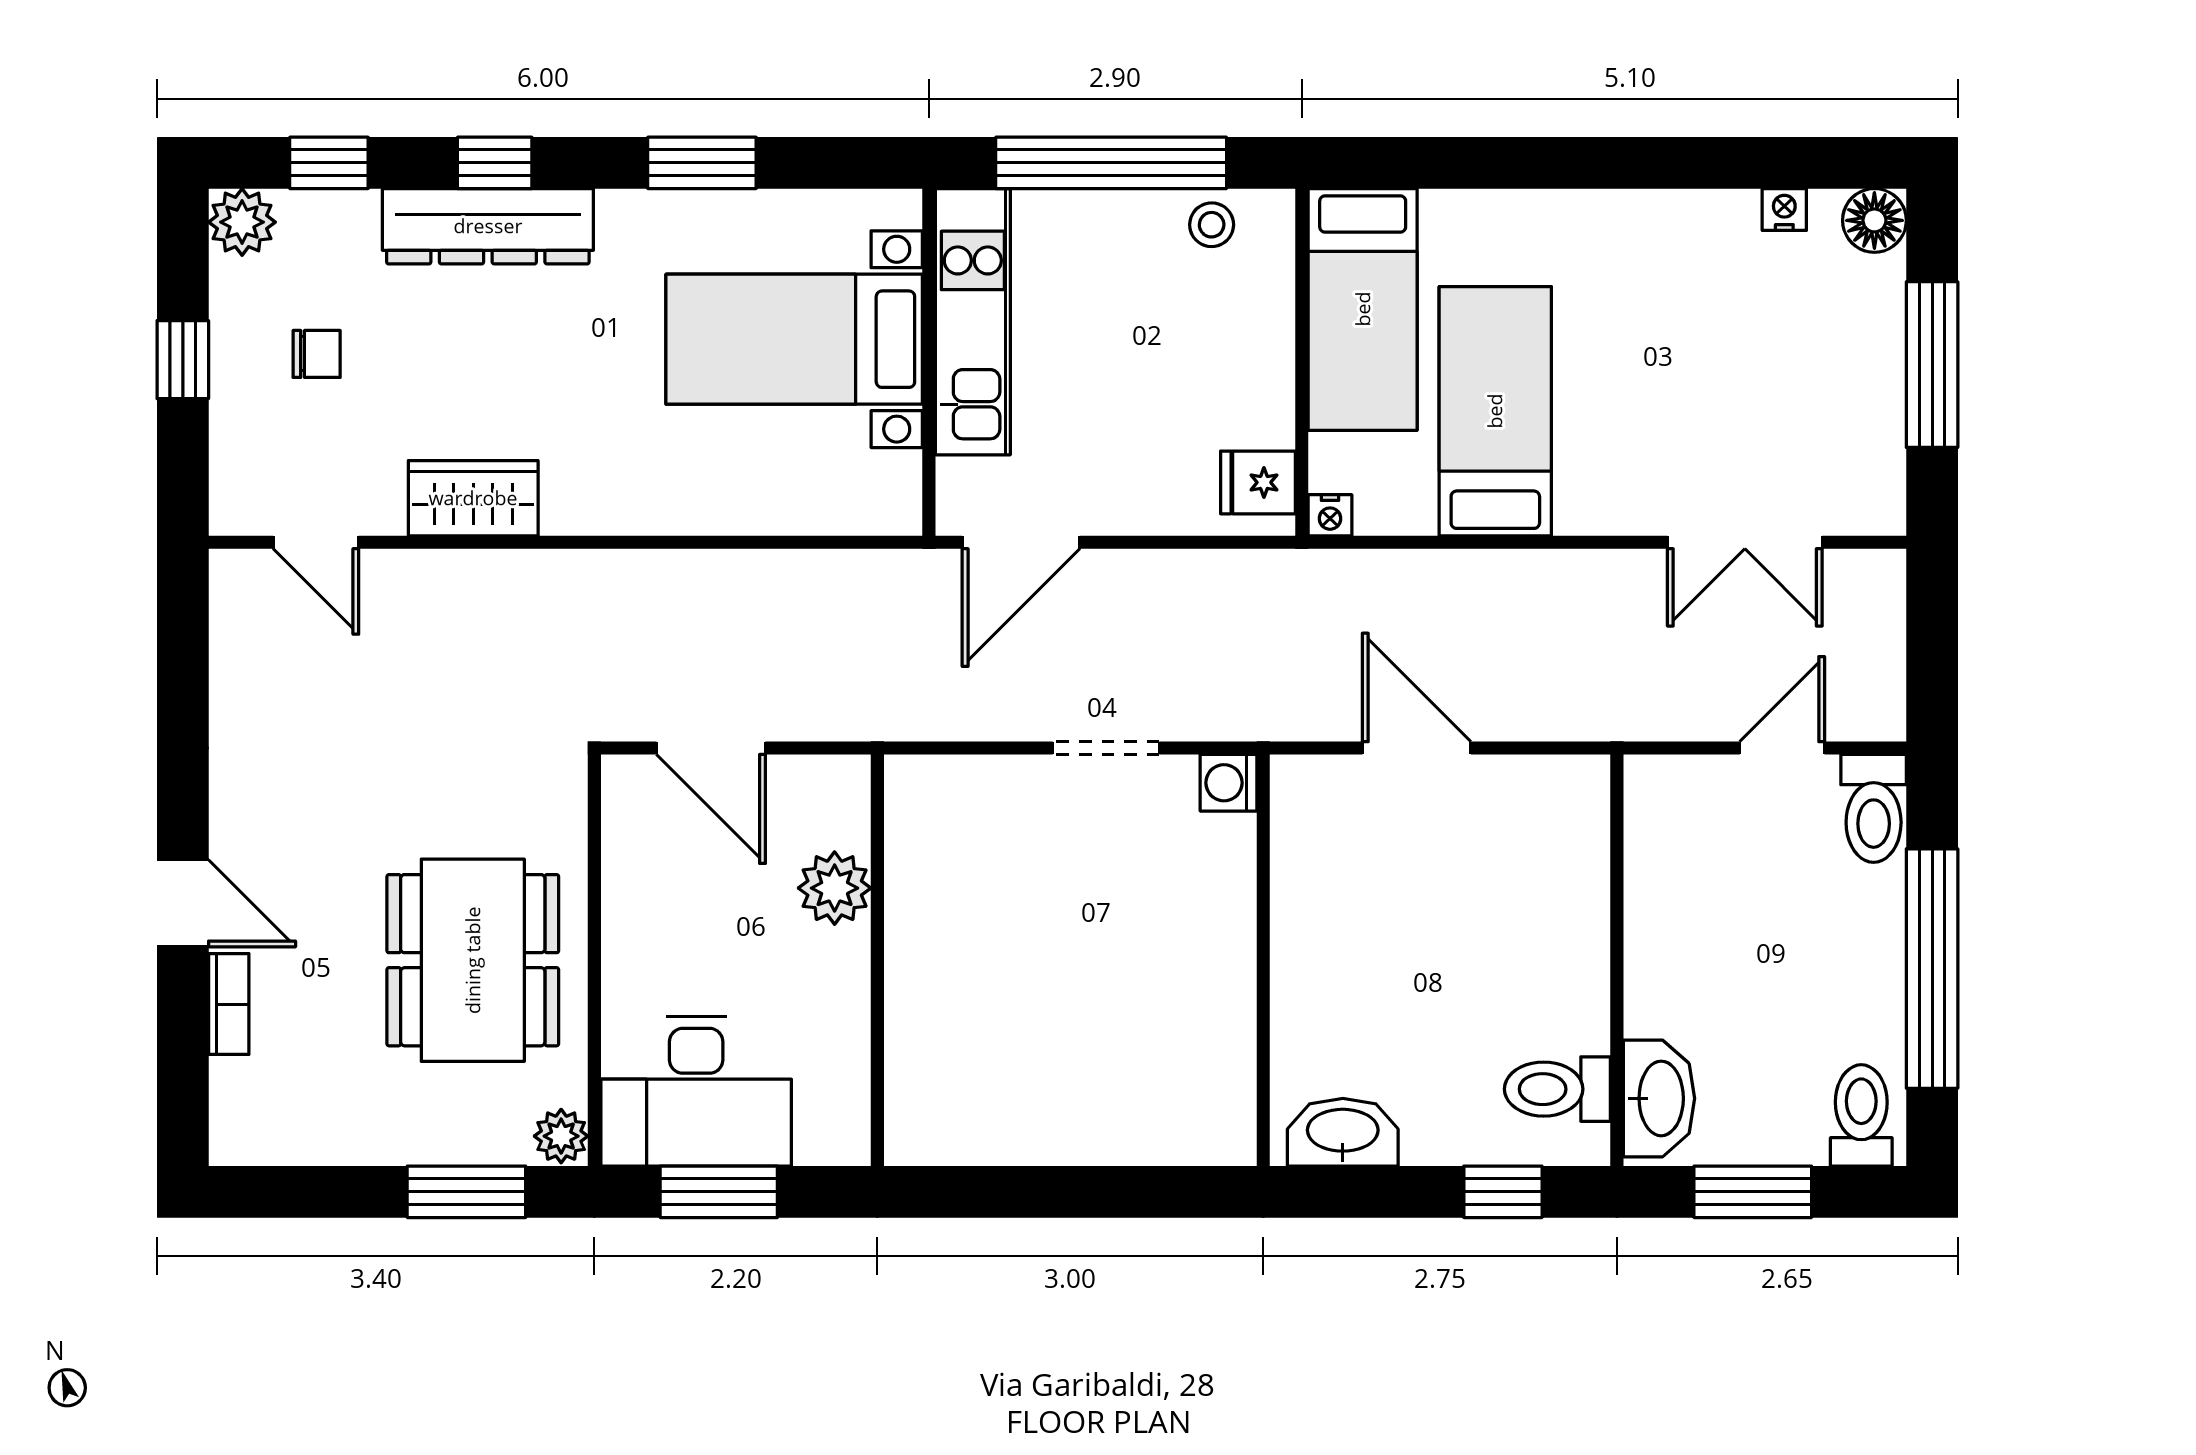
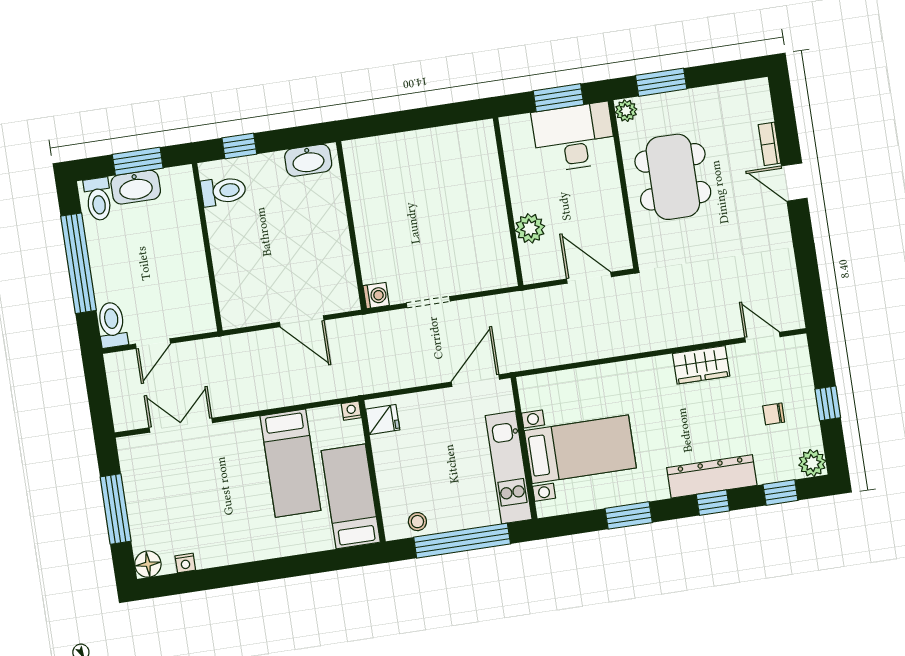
washbasin: (1659, 1098) -> (136, 187), moved, turned -90

